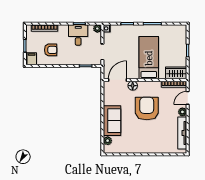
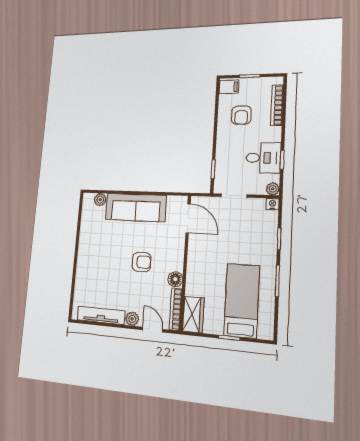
bed: (149, 58) -> (242, 301), moved, turned -90
floor lamp: (133, 86) -> (175, 279), moved
armchair: (147, 109) -> (142, 262), width x0.53, depth x0.53
sofa: (112, 121) -> (136, 207), width x1.36

